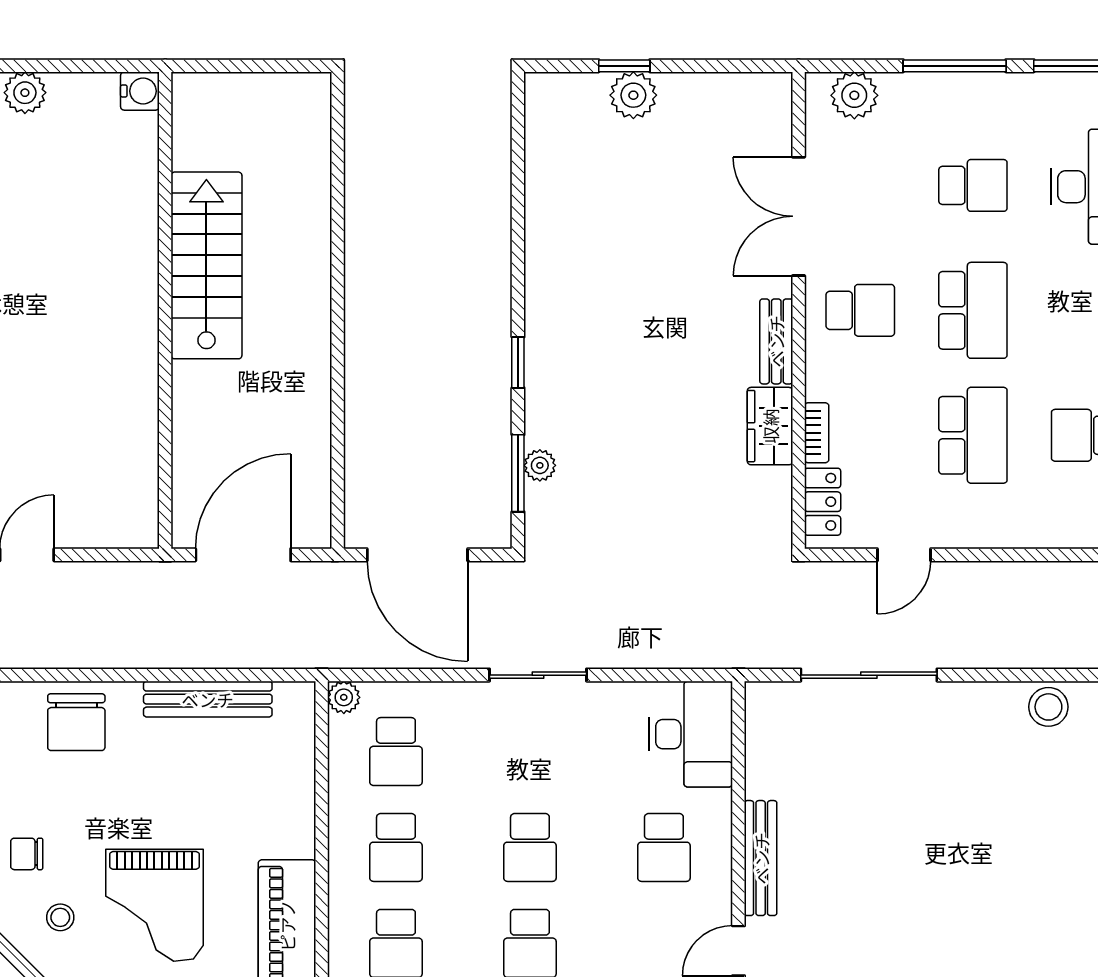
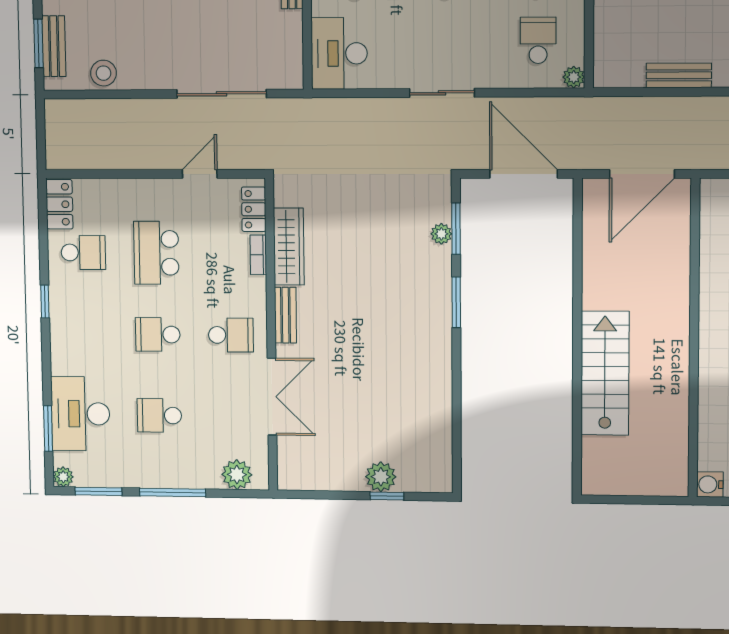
stairs: (206, 265) -> (605, 373), moved, turned 180
school desk: (860, 310) -> (231, 335), turned 180
school desk: (973, 310) -> (158, 334), width x0.54
window: (518, 362) -> (456, 302), width x1.50
wardrobe: (770, 426) -> (289, 247), width x1.50
bench: (208, 699) -> (679, 75), width x0.73

